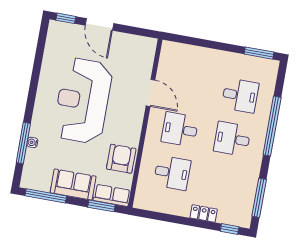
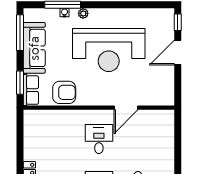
reception desk: (83, 101) -> (109, 50), turned 180
plant: (37, 122) -> (83, 13), added
desk: (172, 173) -> (60, 139), removed
sofa: (73, 184) -> (34, 48), width x1.36

